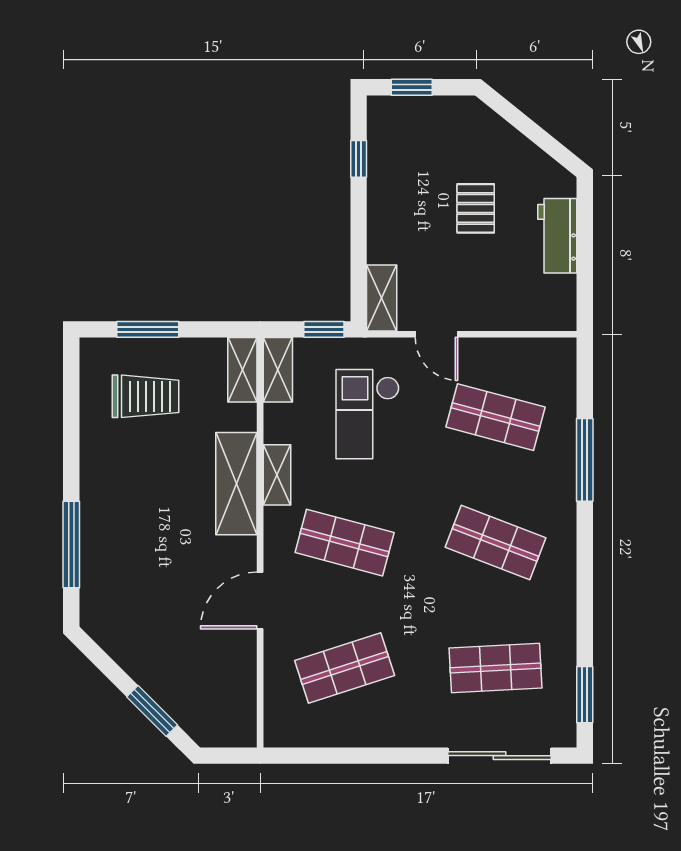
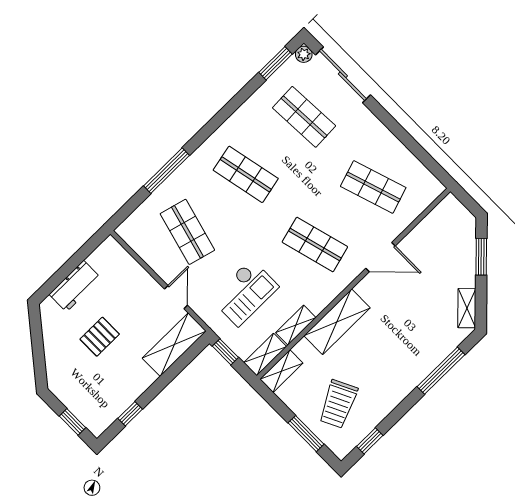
shelving: (382, 298) -> (174, 345), width x1.50, depth x1.33
window: (71, 391) -> (370, 441), added
trolley: (145, 396) -> (338, 404), turned -116
shelving: (277, 475) -> (296, 325), moved
shop shelf: (345, 543) -> (315, 244), turned -30
shop shelf: (495, 543) -> (246, 174), turned -33
shelving: (112, 640) -> (467, 308), added
plant: (564, 735) -> (304, 54), added

